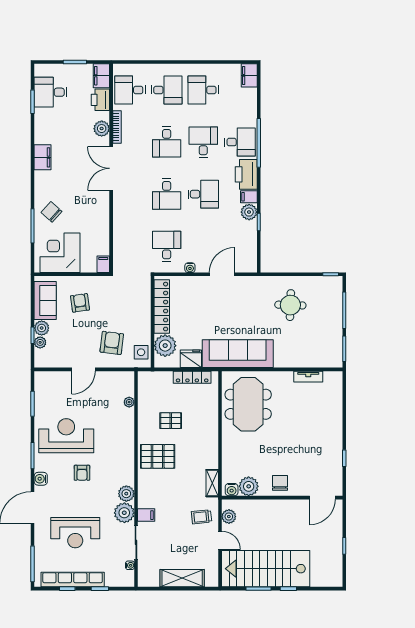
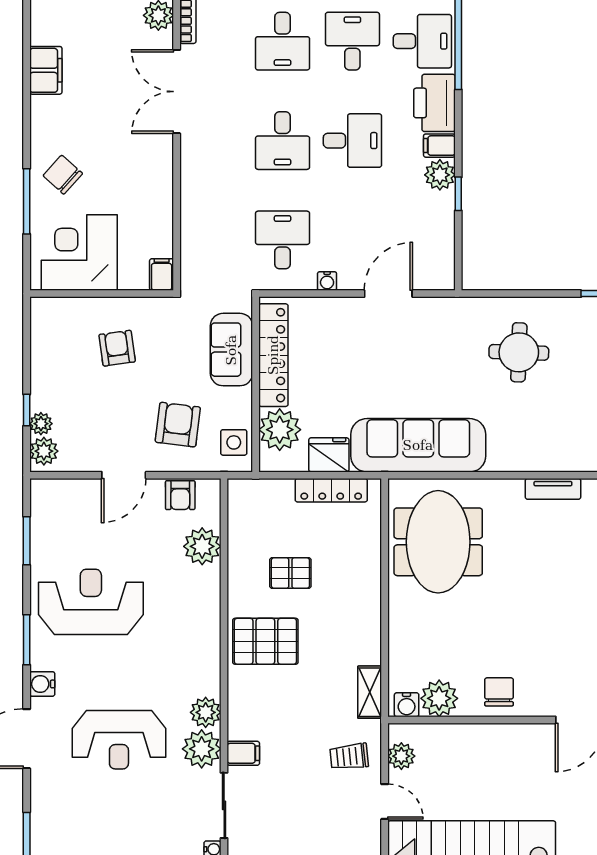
sofa: (45, 301) -> (231, 350), moved, turned 180
plant: (42, 328) -> (44, 451), moved
plant: (129, 402) -> (202, 546), width x1.87, depth x1.87
armchair: (82, 473) -> (180, 495), moved
reception desk: (75, 533) -> (119, 740), moved

